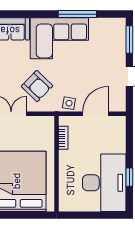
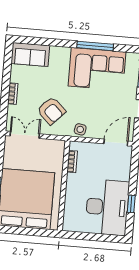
corner sofa: (59, 38) -> (97, 69), moved
door: (95, 114) -> (116, 142), moved

